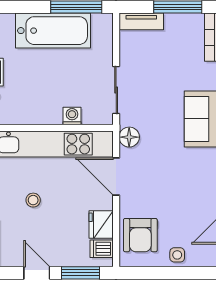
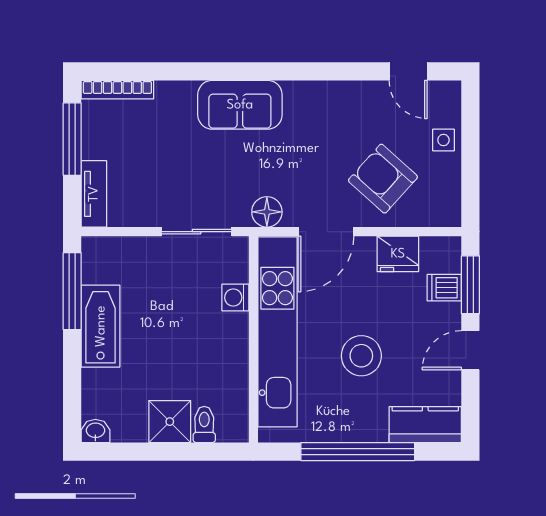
bathtub: (53, 31) -> (101, 326), width x0.73, depth x0.73
stool: (33, 200) -> (361, 356), width x1.89, depth x1.89
armchair: (140, 235) -> (383, 179), moved, turned -138
dishwasher: (102, 249) -> (444, 288), moved, turned 90

